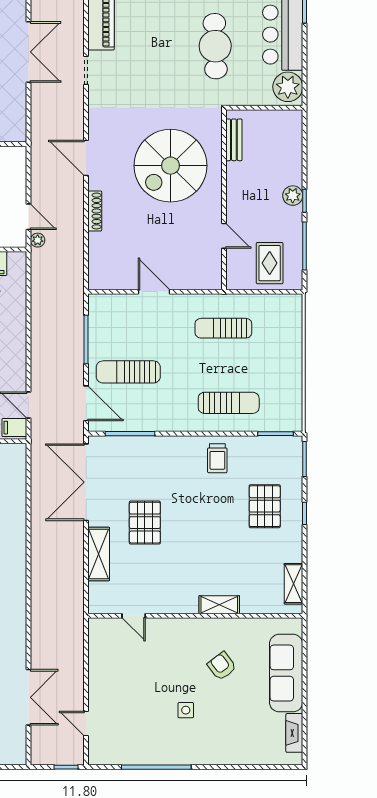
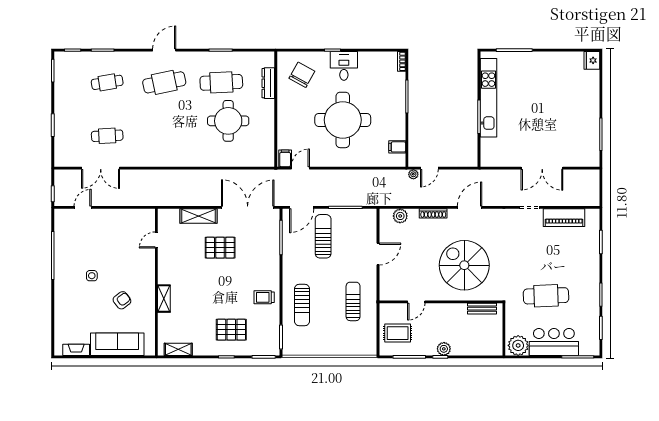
plant: (99, 259) -> (400, 216), added

